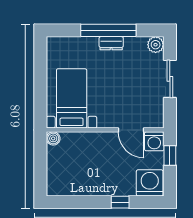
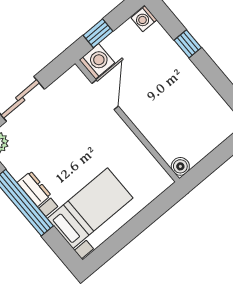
bed with nightstands: (72, 98) -> (90, 208), moved, turned 180
washing machine: (150, 183) -> (144, 19), width x0.53, depth x0.53

